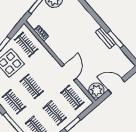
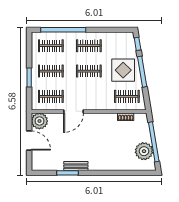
door: (69, 73) -> (74, 111), hinge flipped
door: (116, 86) -> (29, 141), hinge flipped

